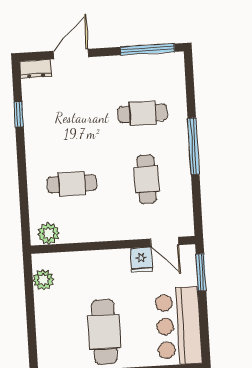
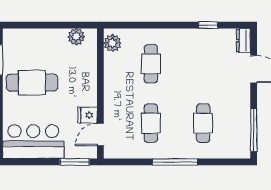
cafe table: (147, 179) -> (151, 123), turned 90

